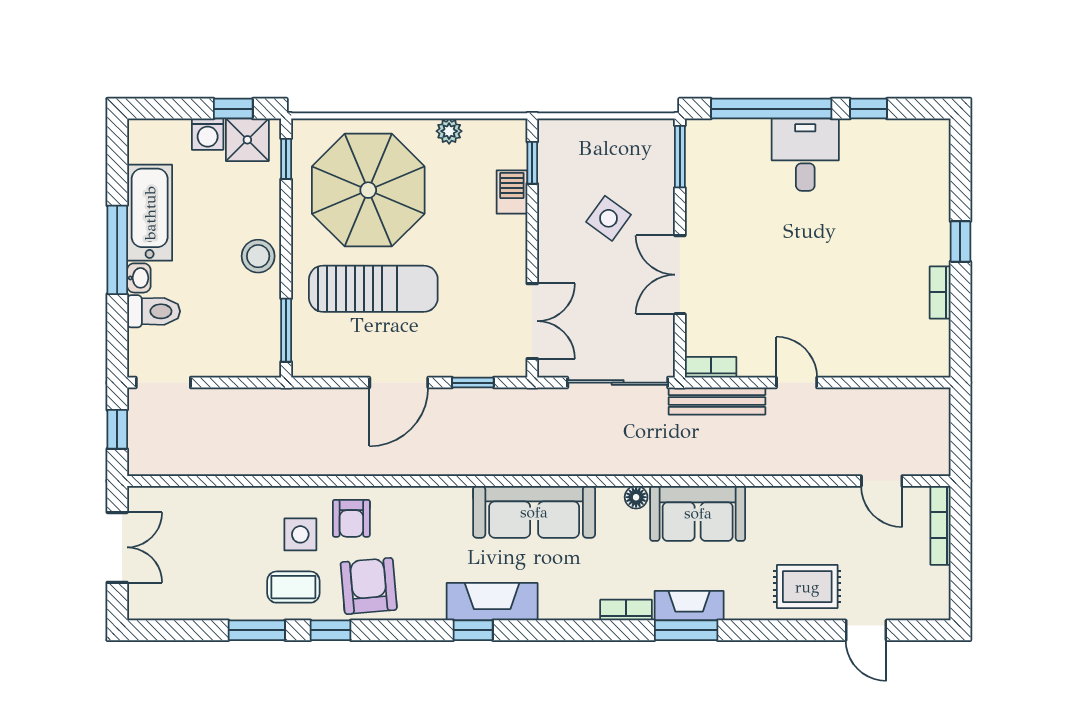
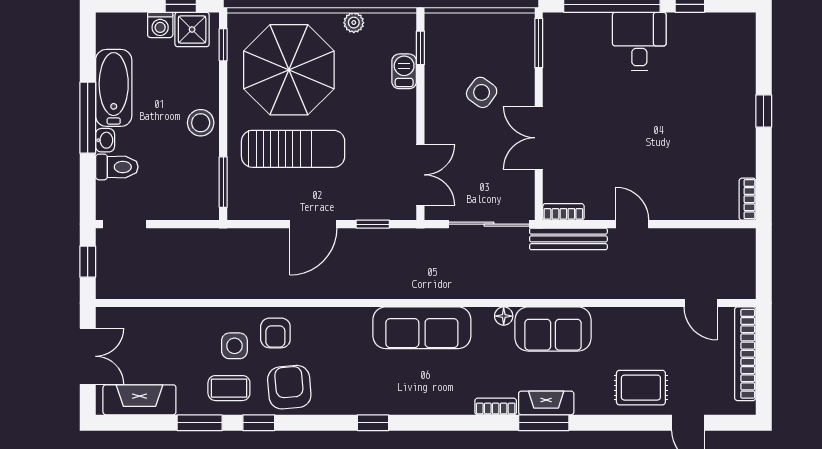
bookcase: (940, 292) -> (747, 199), moved
bookcase: (941, 525) -> (745, 354), width x1.48, depth x1.31
fireplace: (492, 602) -> (139, 400), moved

